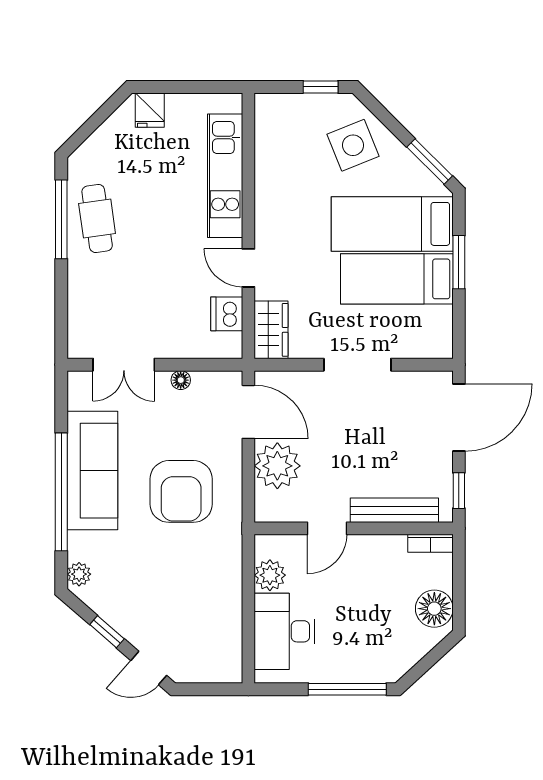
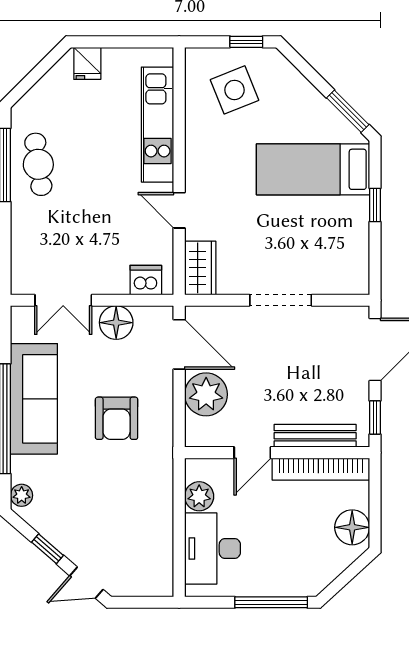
side table: (353, 145) -> (234, 90), moved
window: (459, 262) -> (375, 205), width x0.67
bed: (397, 279) -> (317, 221), removed
dishwasher: (227, 314) -> (146, 280), moved, turned 90
floor lamp: (181, 380) -> (116, 323), width x1.89, depth x1.89
armchair: (181, 491) -> (117, 418), width x0.73, depth x0.73
bookcase: (430, 543) -> (321, 469), width x2.31, depth x1.31

